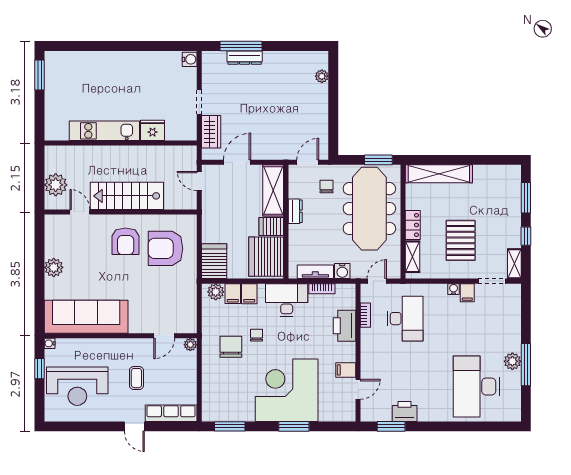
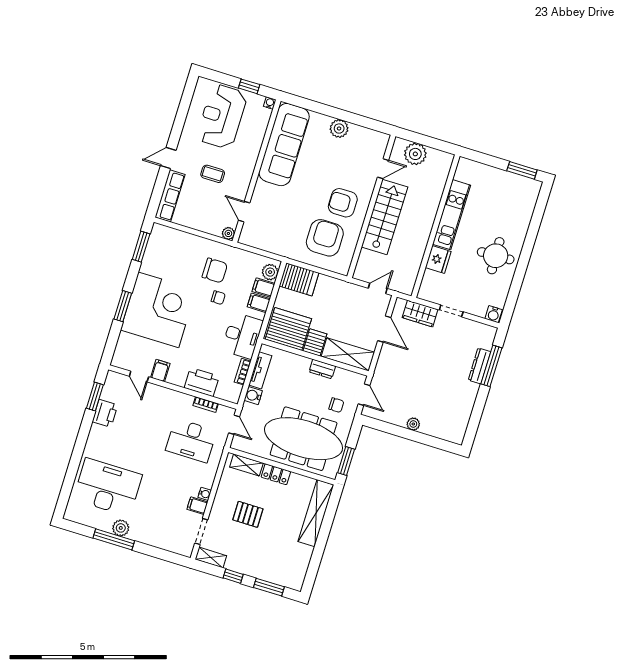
round table: (131, 75) -> (496, 256), added
plant: (322, 76) -> (413, 424), moved
pallet: (461, 240) -> (248, 514), width x0.67, depth x0.71

